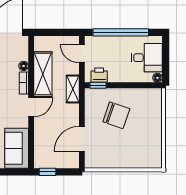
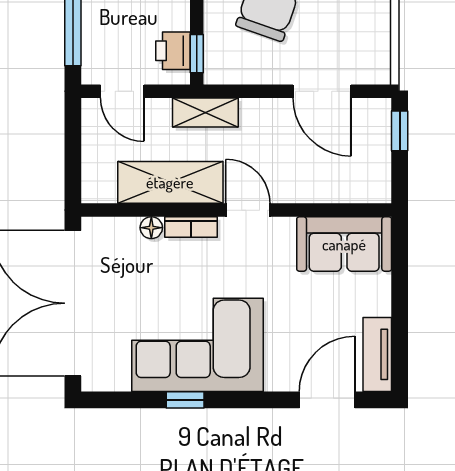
door: (82, 54) -> (122, 91), hinge flipped
window: (48, 172) -> (400, 131), moved

